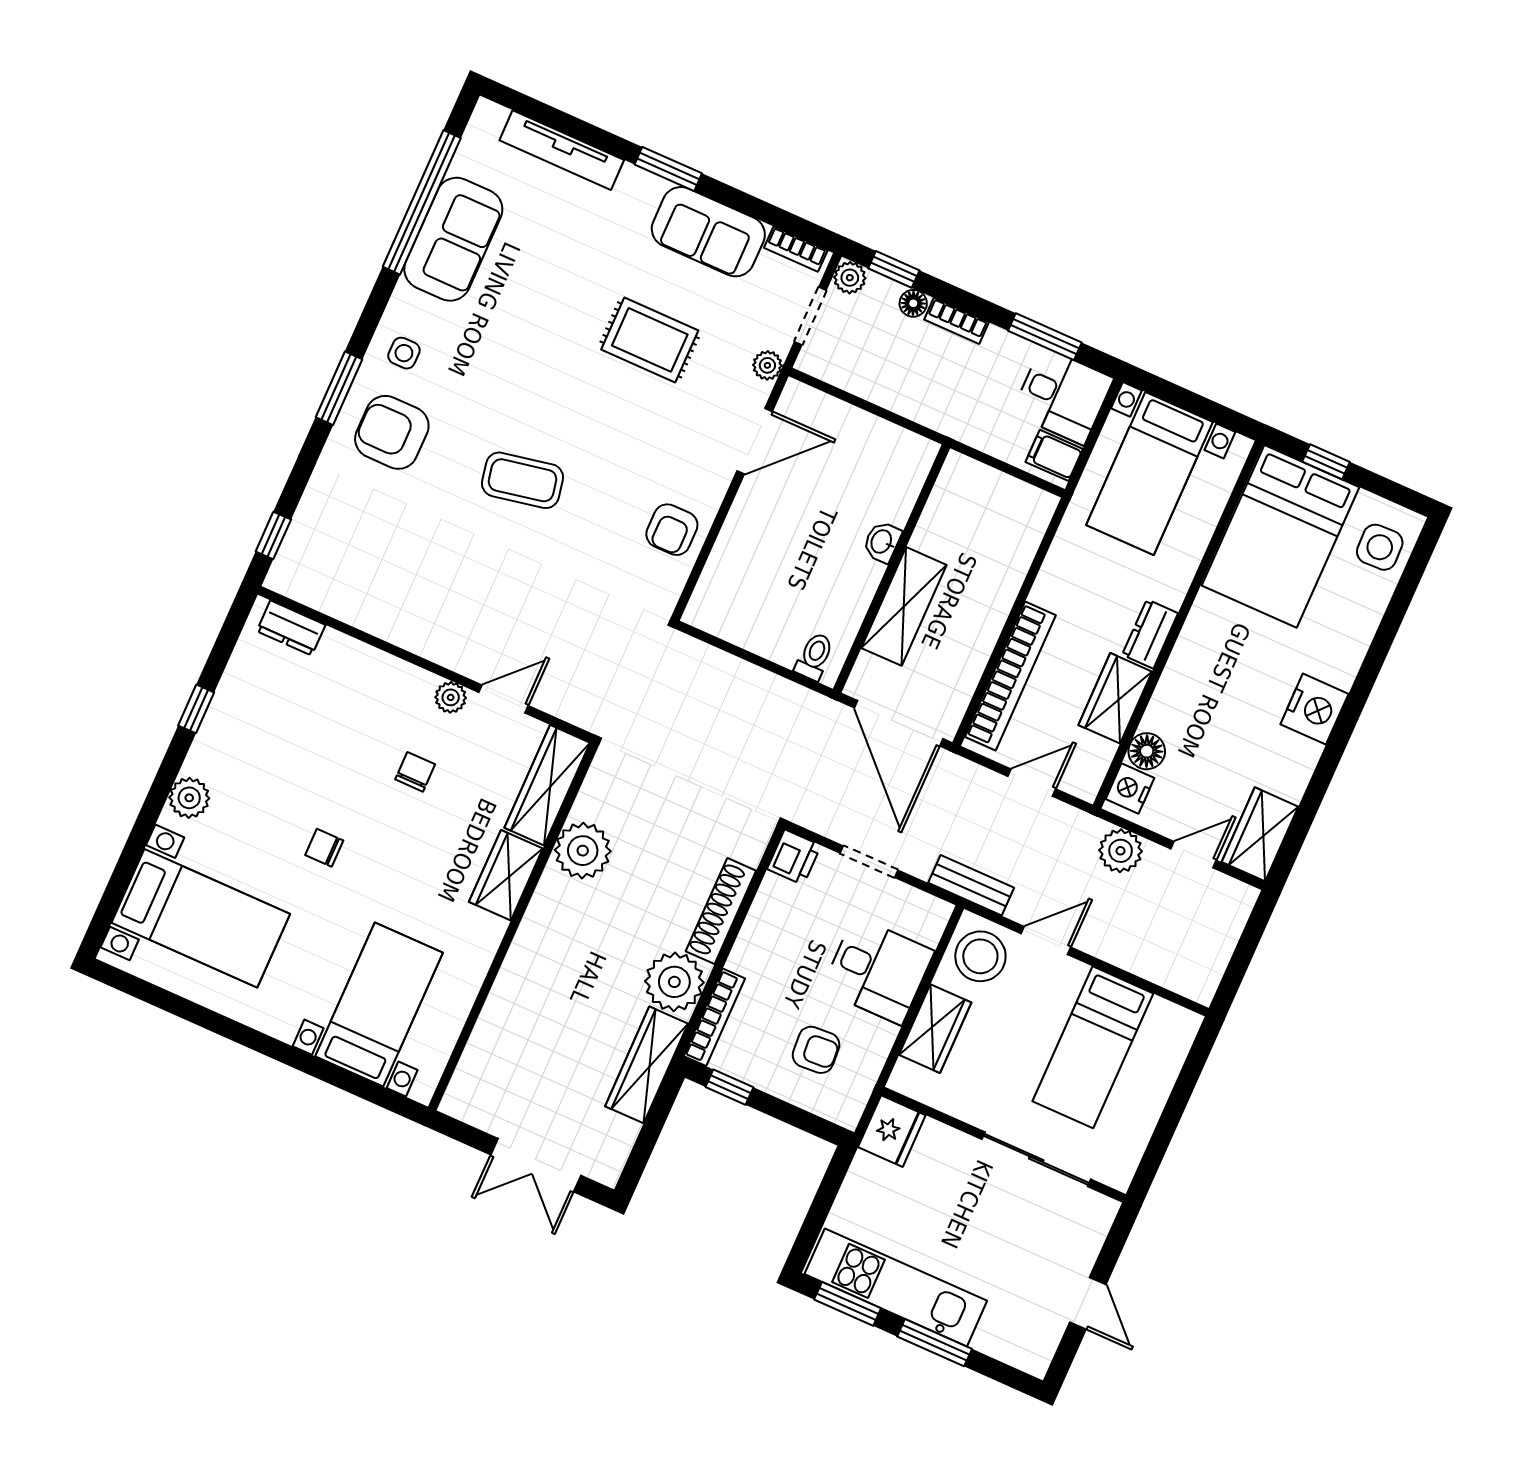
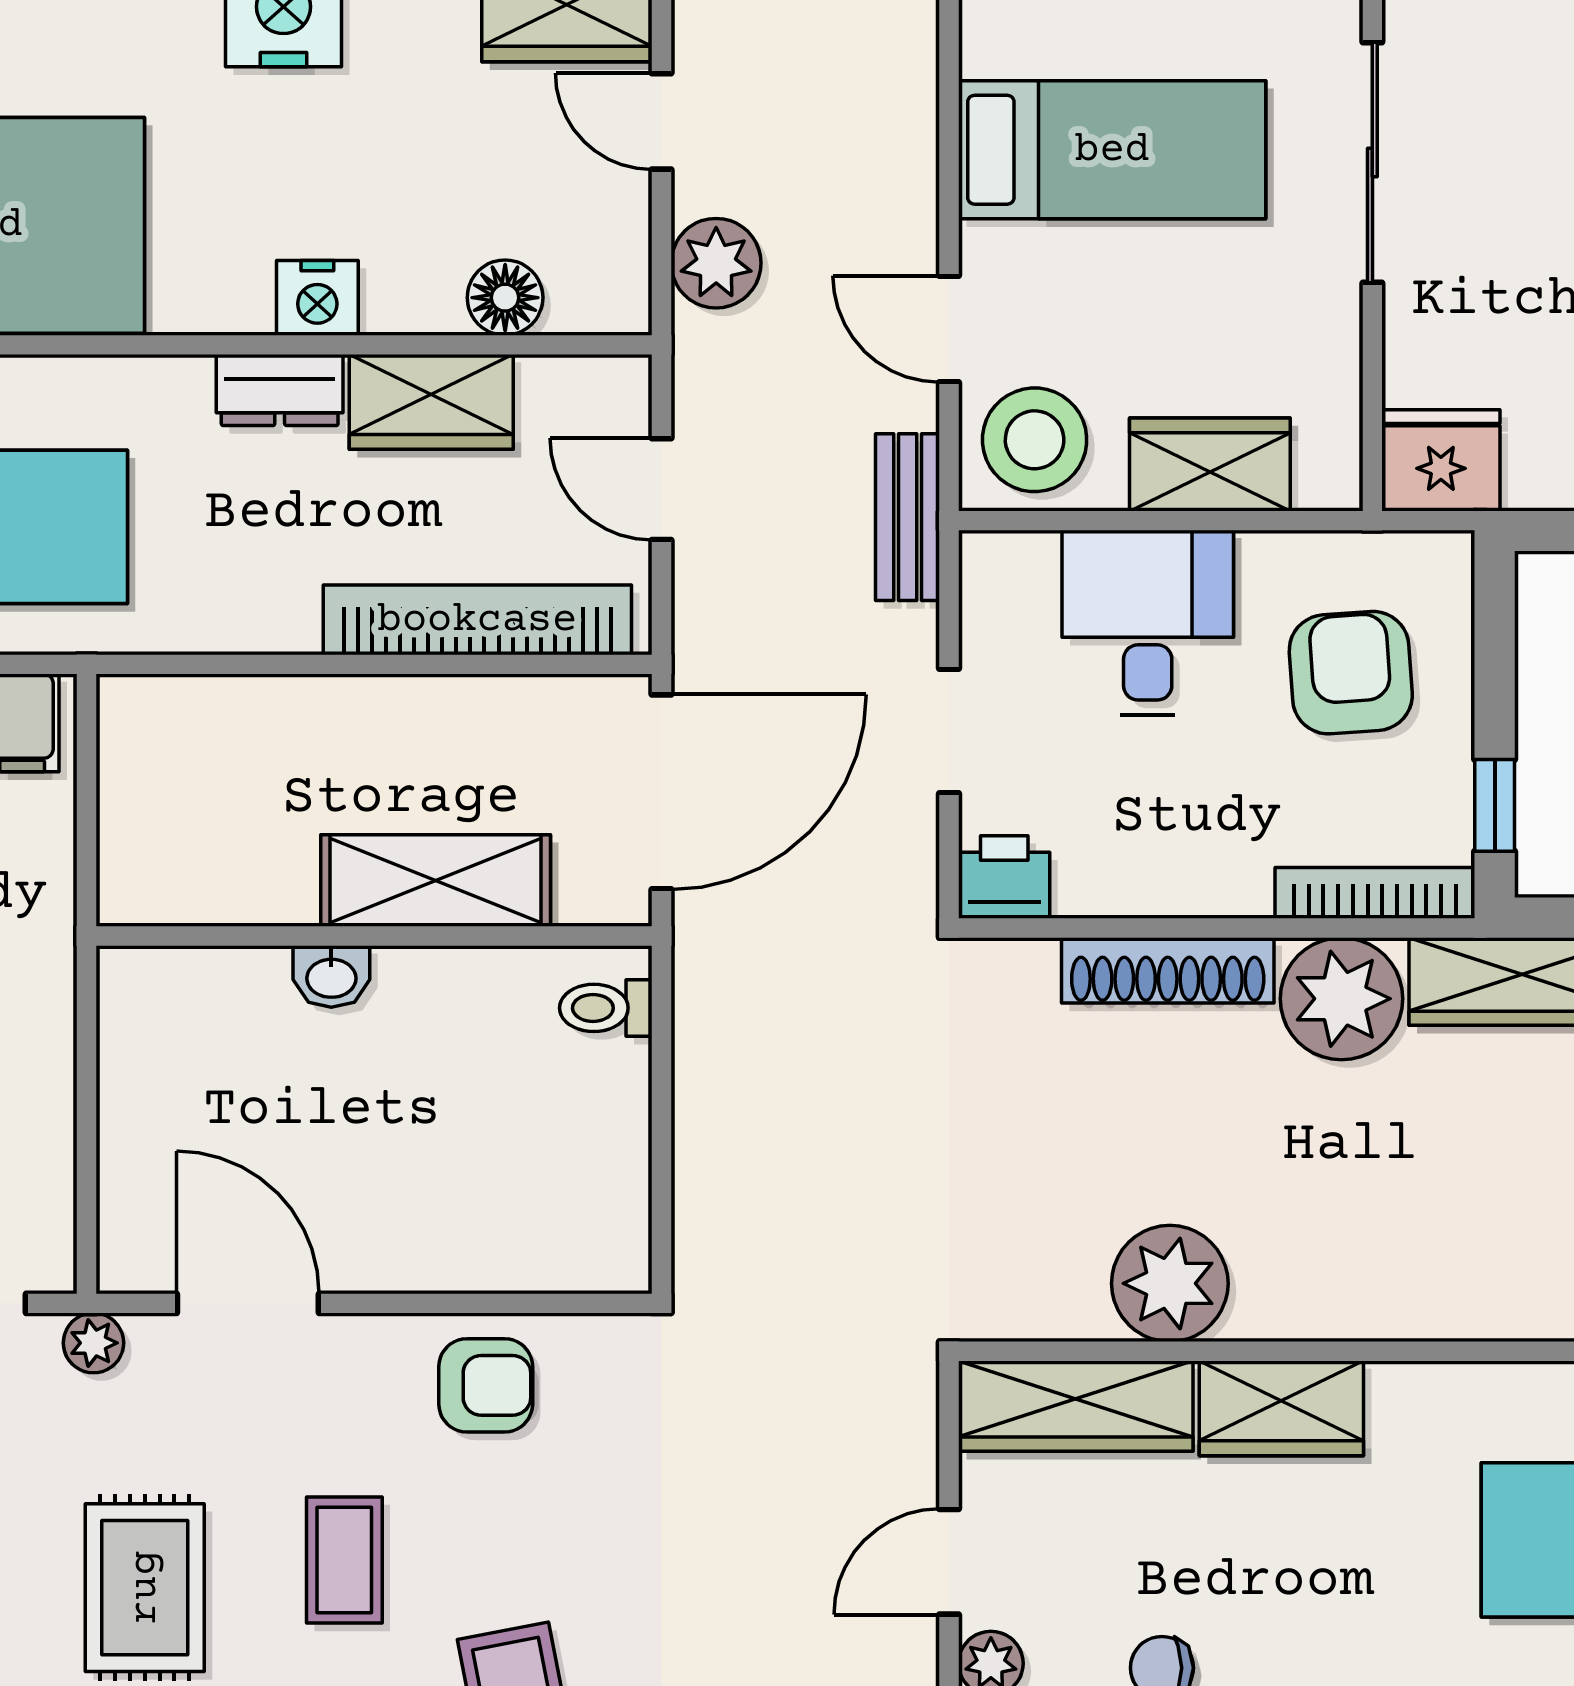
coffee table: (623, 433) -> (344, 1560), added
door: (504, 699) -> (949, 1562), hinge flipped
nightstand: (1130, 789) -> (317, 298), moved
armchair: (816, 1050) -> (1351, 673), width x1.38, depth x1.38

